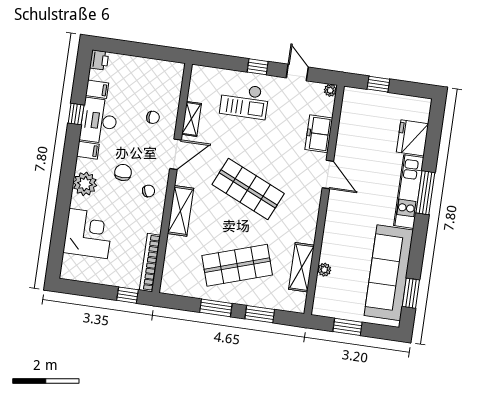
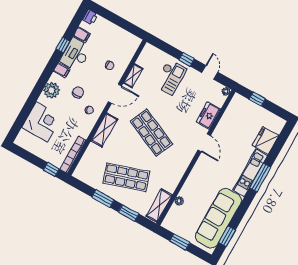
checkout: (244, 101) -> (170, 77), turned -90
shelving: (302, 267) -> (159, 205), moved

